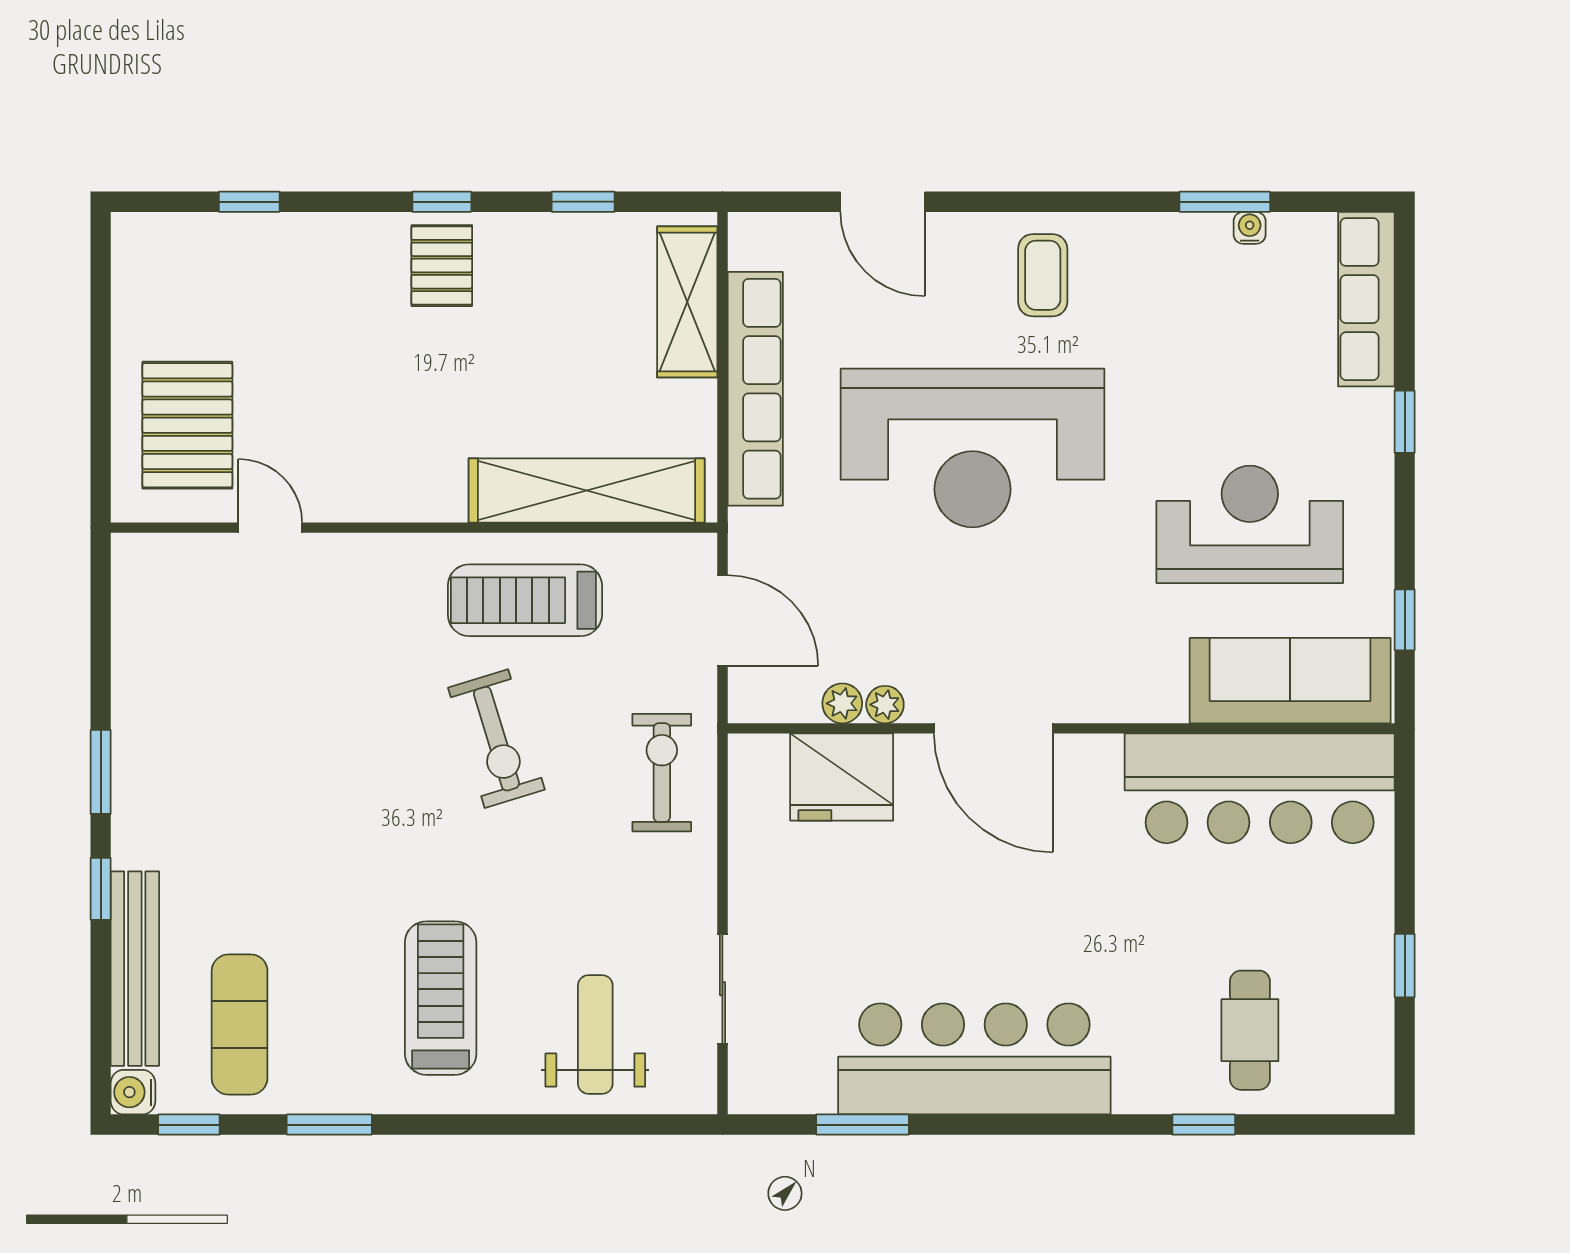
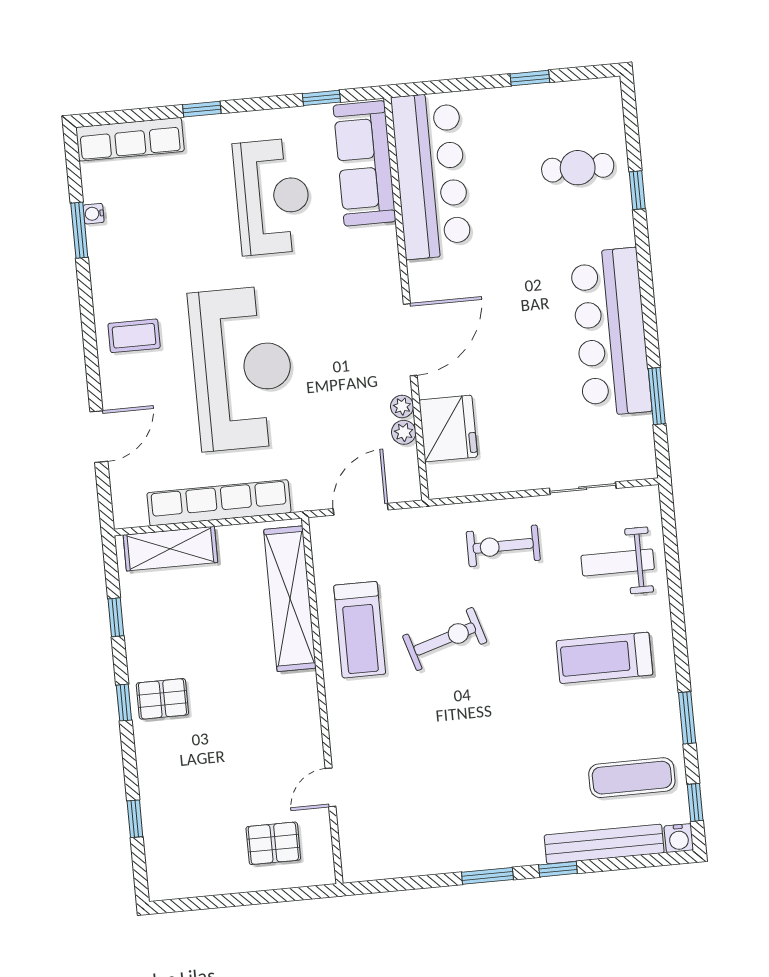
pallet: (187, 425) -> (273, 843), width x0.67, depth x0.71
reception desk: (1250, 524) -> (273, 197), turned 180
exercise bike: (662, 773) -> (503, 546), moved

